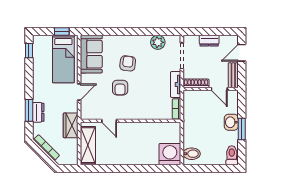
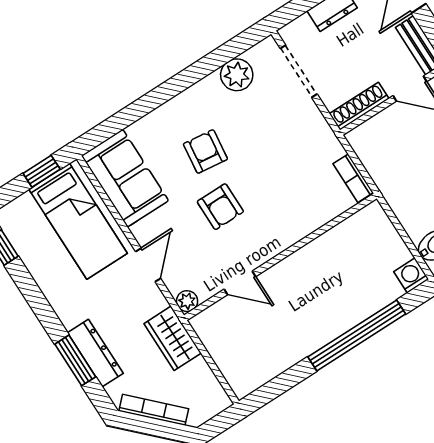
tv unit: (176, 84) -> (322, 133), removed
dresser: (38, 112) -> (95, 353), width x1.44
plant: (85, 115) -> (187, 301), added
shelving: (88, 145) -> (229, 355), removed
washing machine: (170, 154) -> (411, 275), width x0.53, depth x0.53
window: (140, 168) -> (357, 335), added

